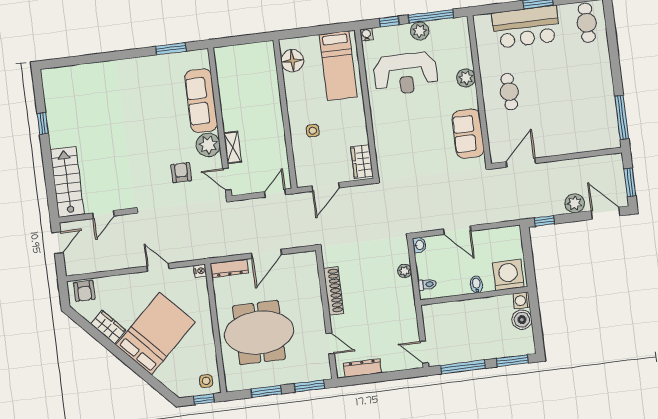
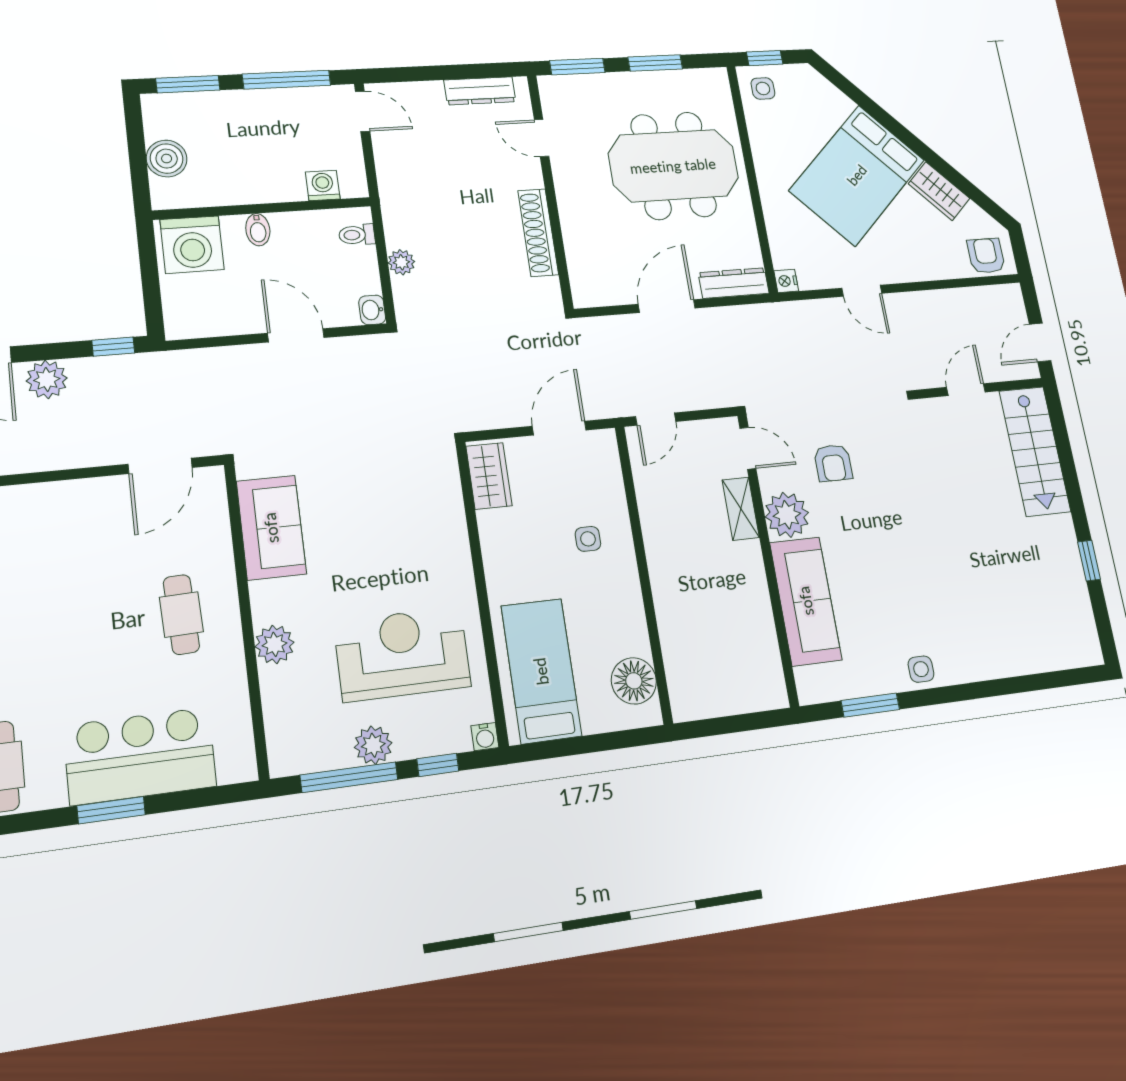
side table: (142, 67) -> (921, 669), added
washing machine: (522, 301) -> (323, 185), moved, turned -90

